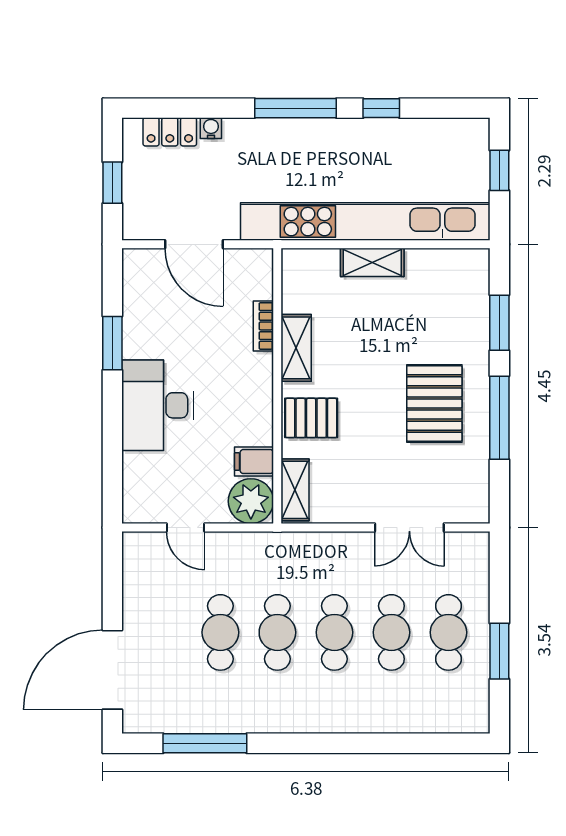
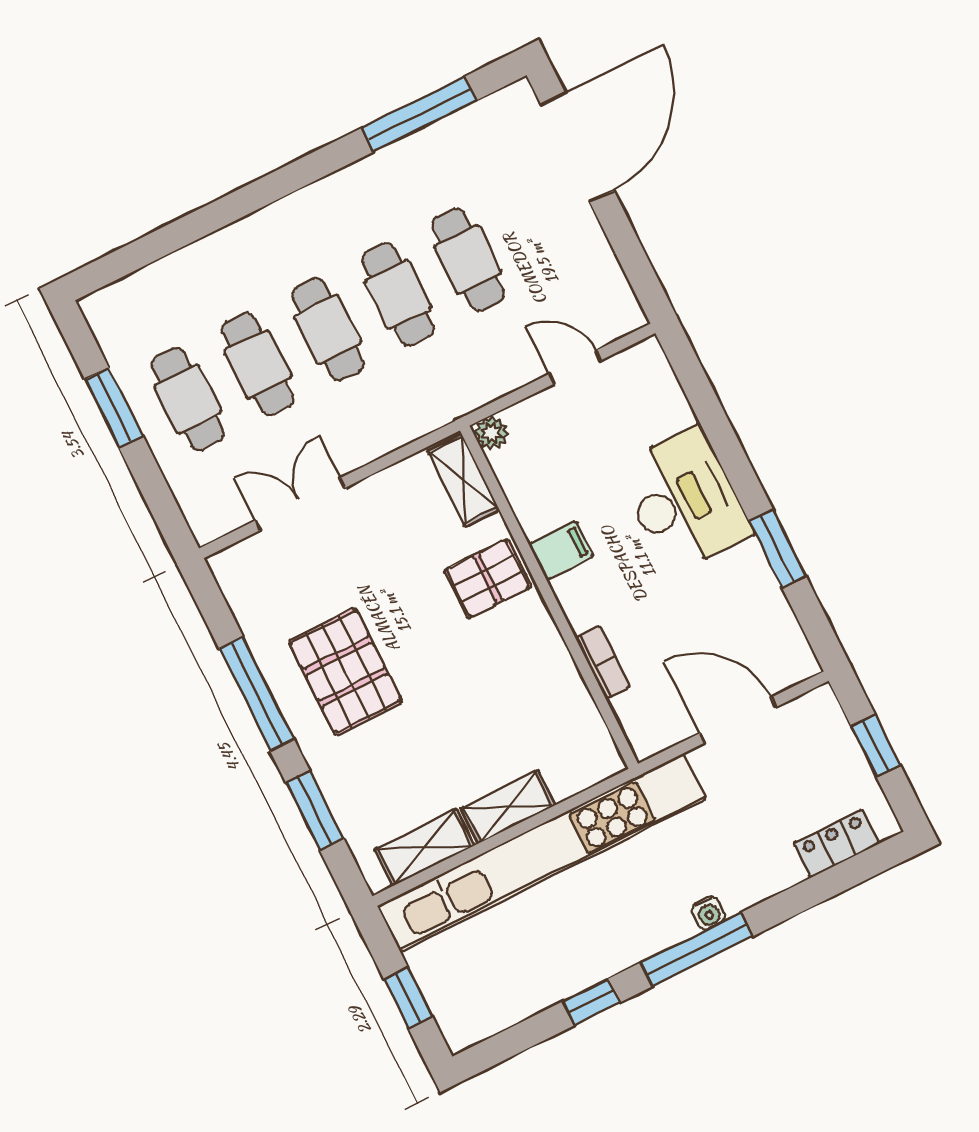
water cooler: (211, 128) -> (708, 913), moved
shelving: (296, 348) -> (424, 847), moved, turned 90
filing cabinet: (254, 462) -> (561, 550), moved
plant: (251, 501) -> (491, 433), width x0.53, depth x0.53

